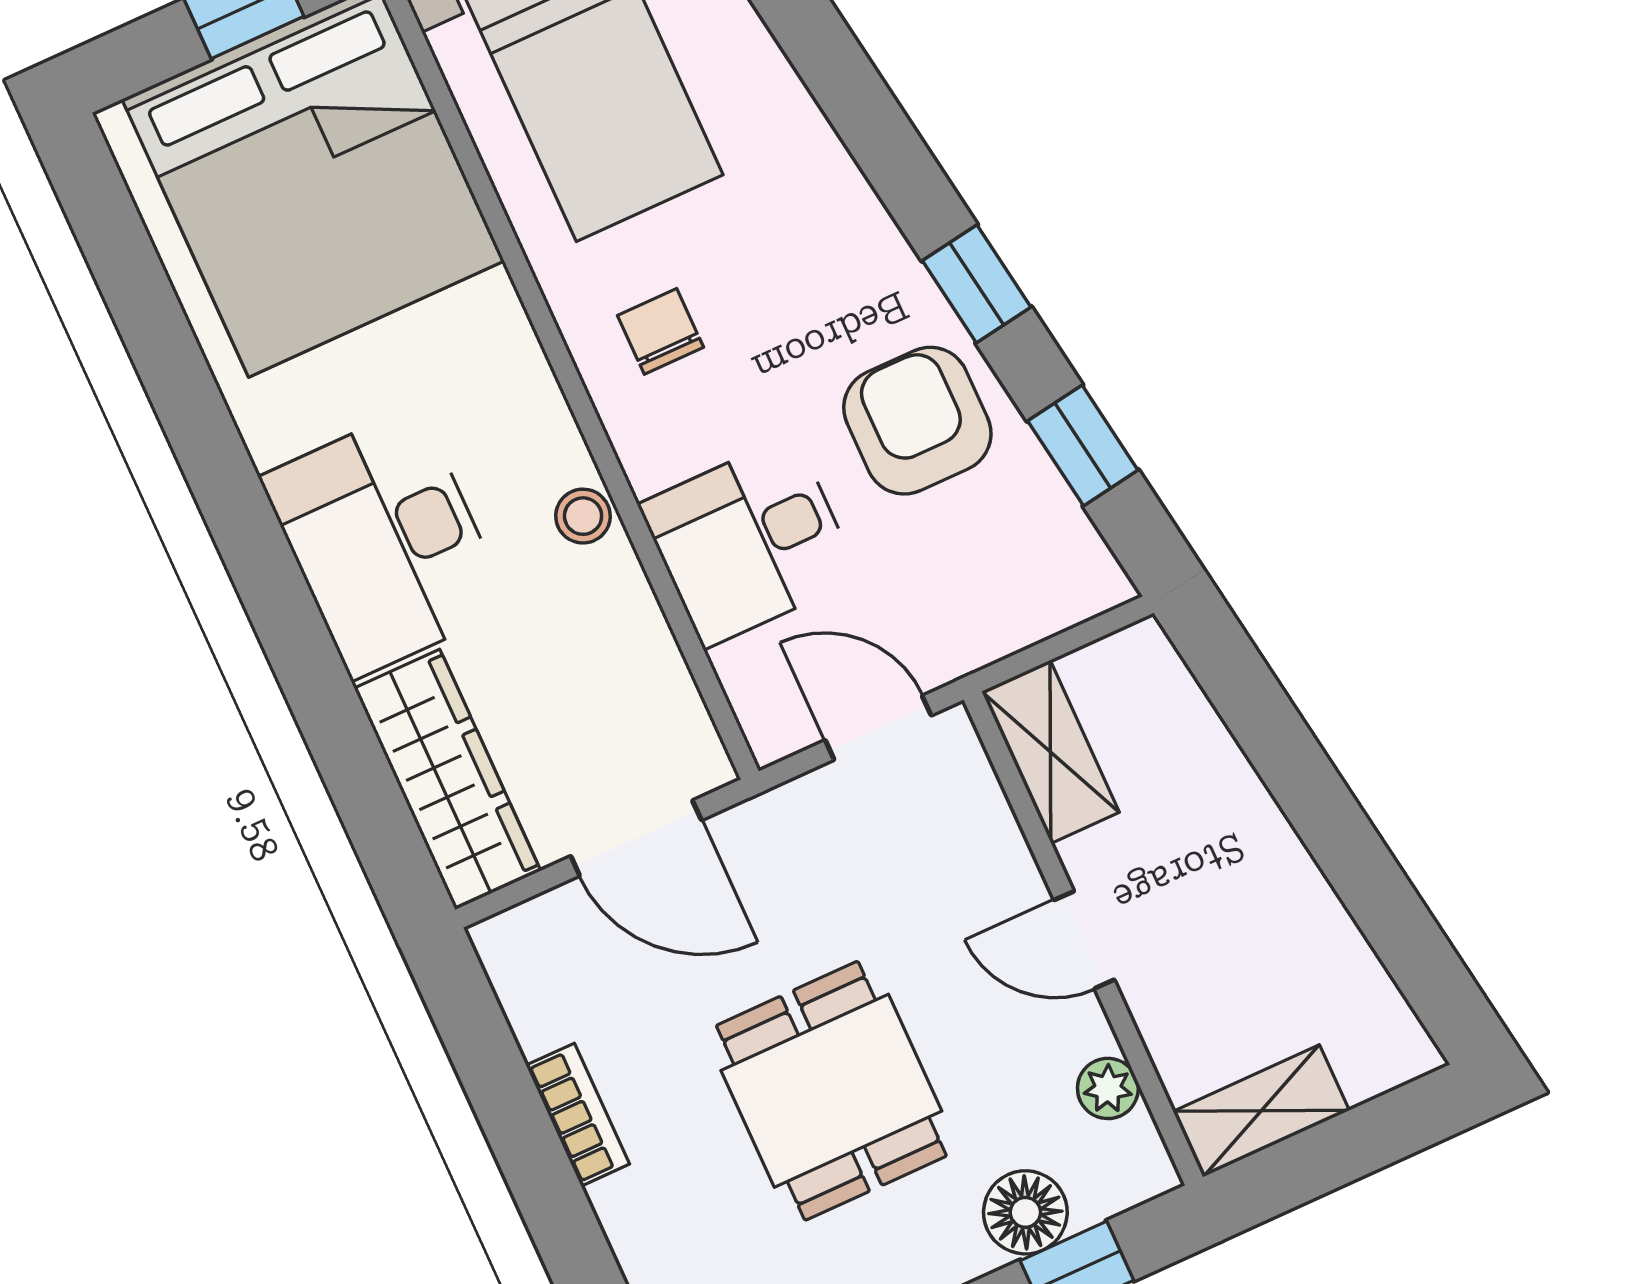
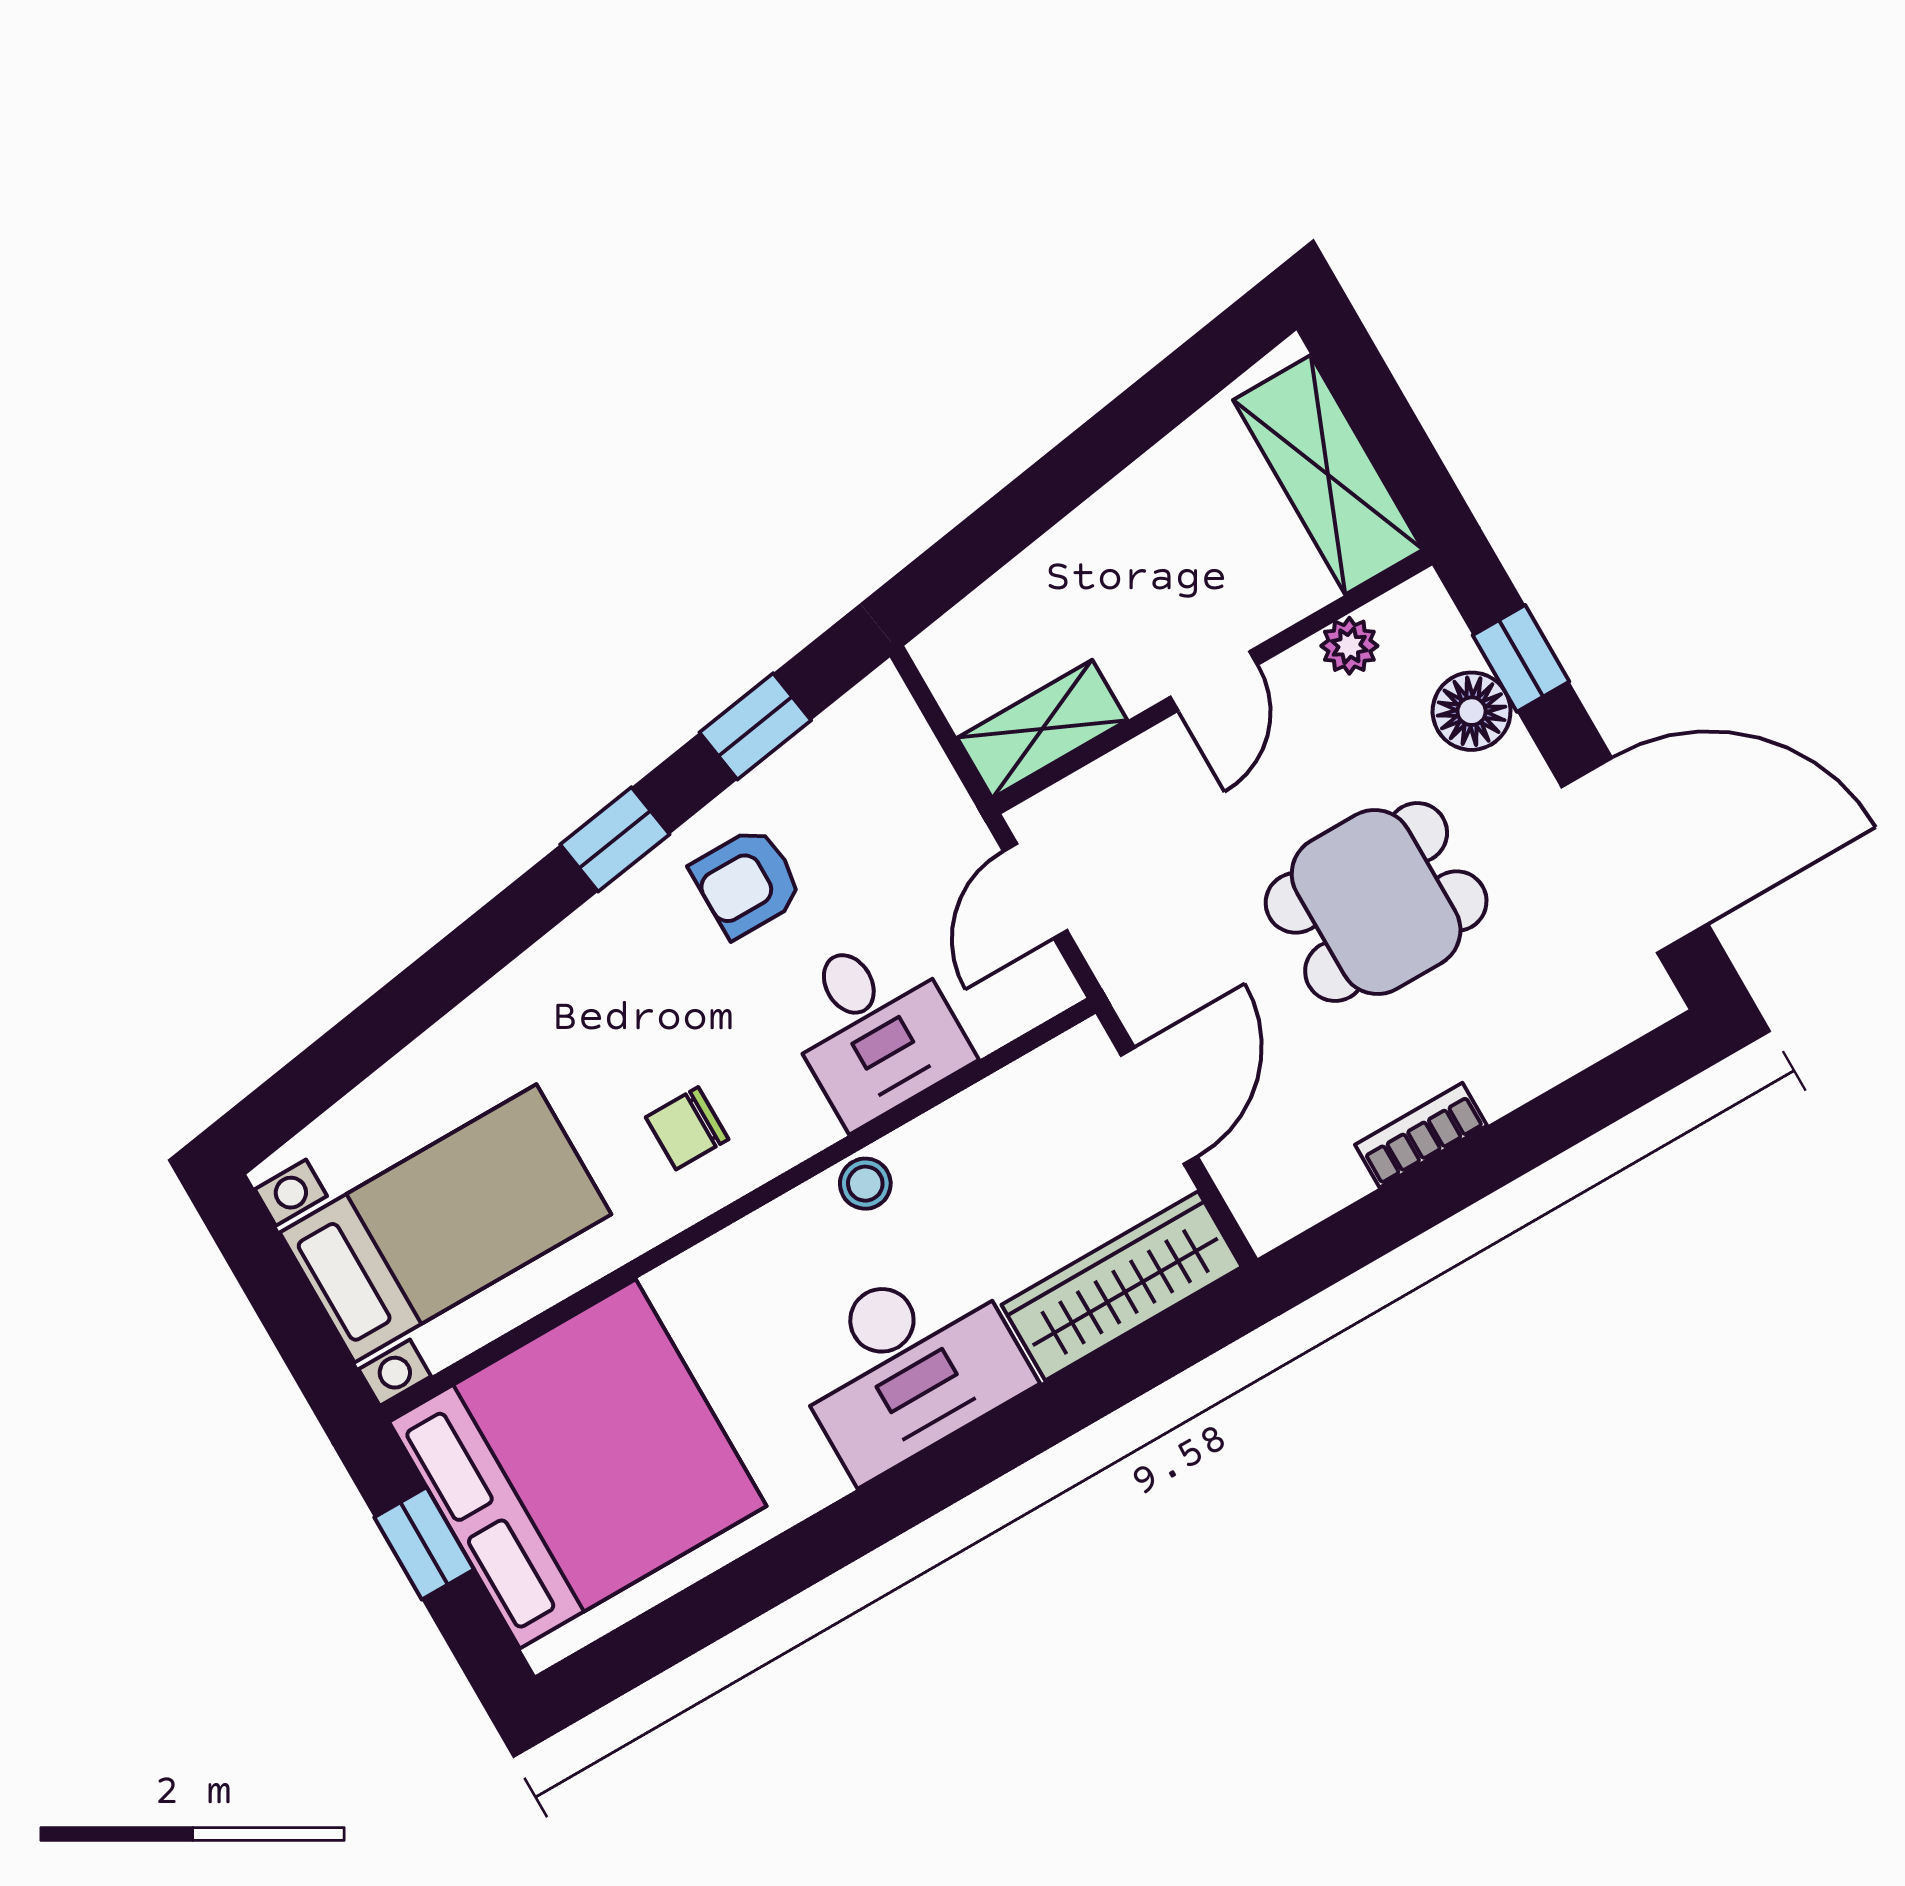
armchair: (917, 421) -> (747, 882), width x0.72, depth x0.72
shelving: (1261, 1111) -> (1328, 475), width x1.50, depth x1.33

